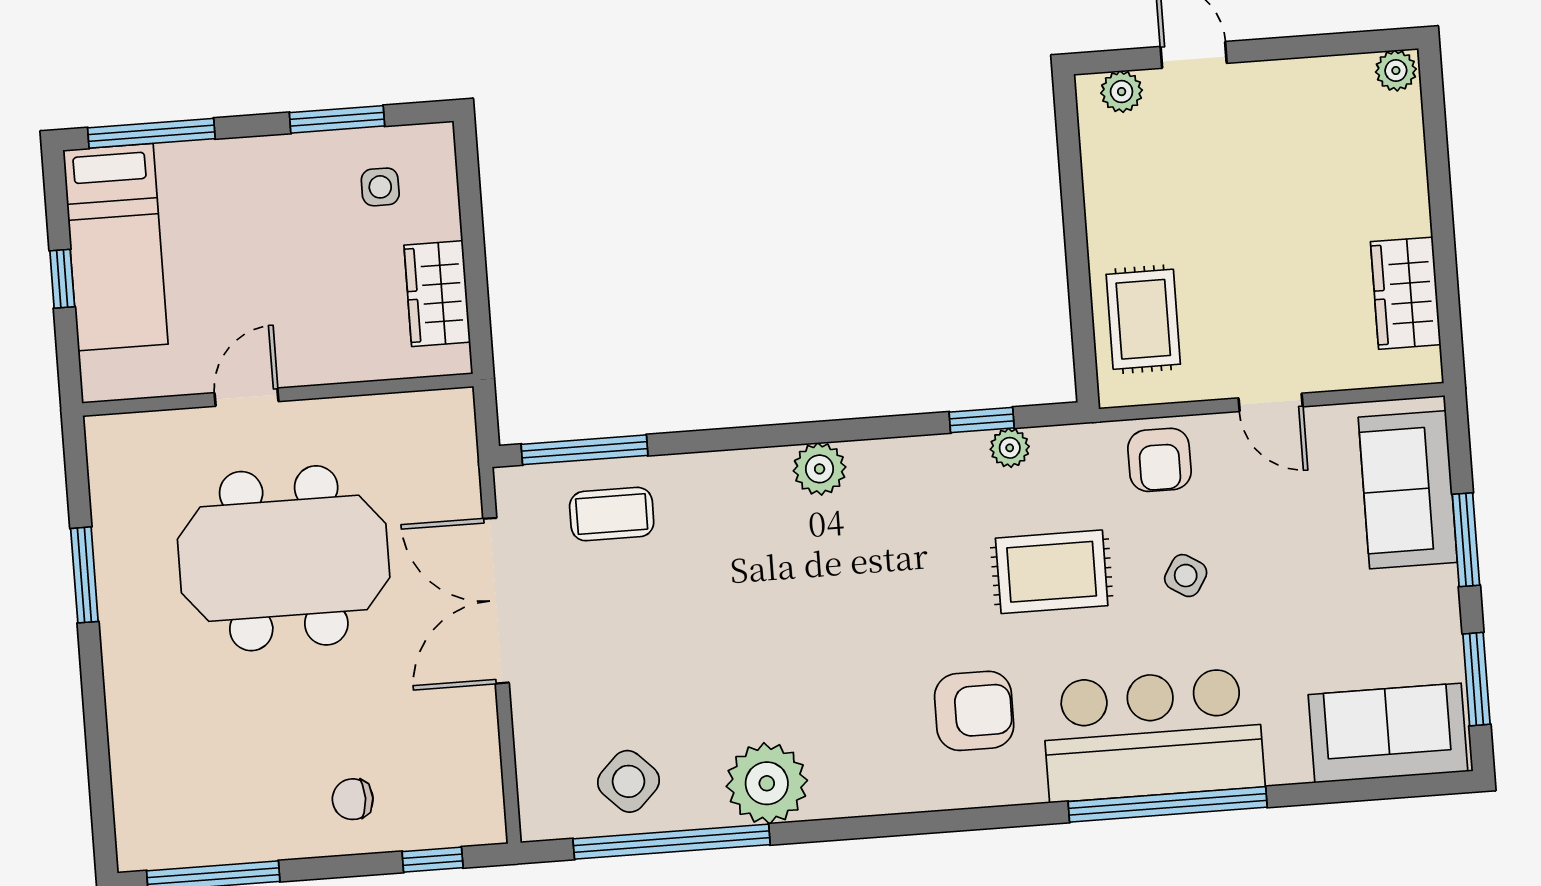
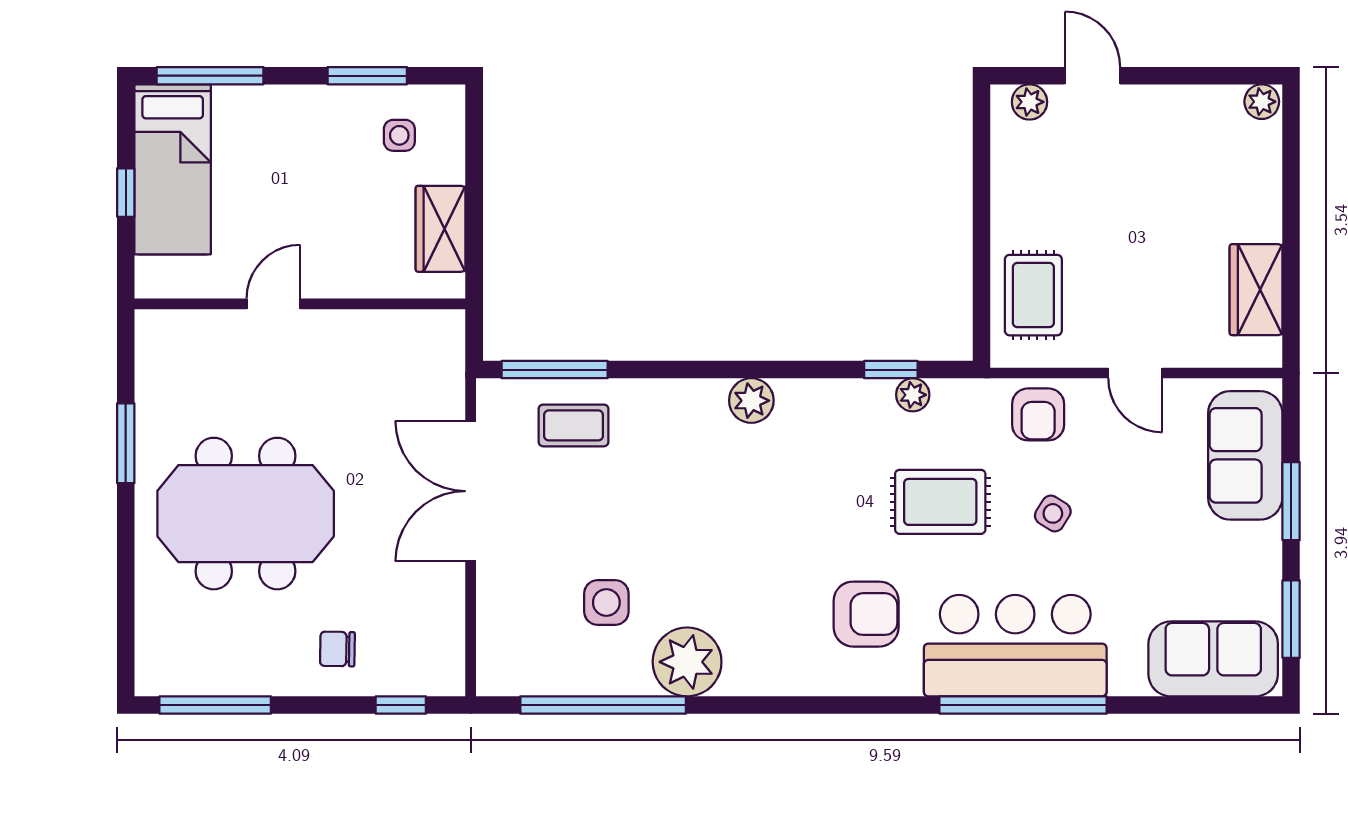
meeting table: (284, 558) -> (246, 514), moved
side table: (628, 781) -> (606, 603), moved, turned 45

